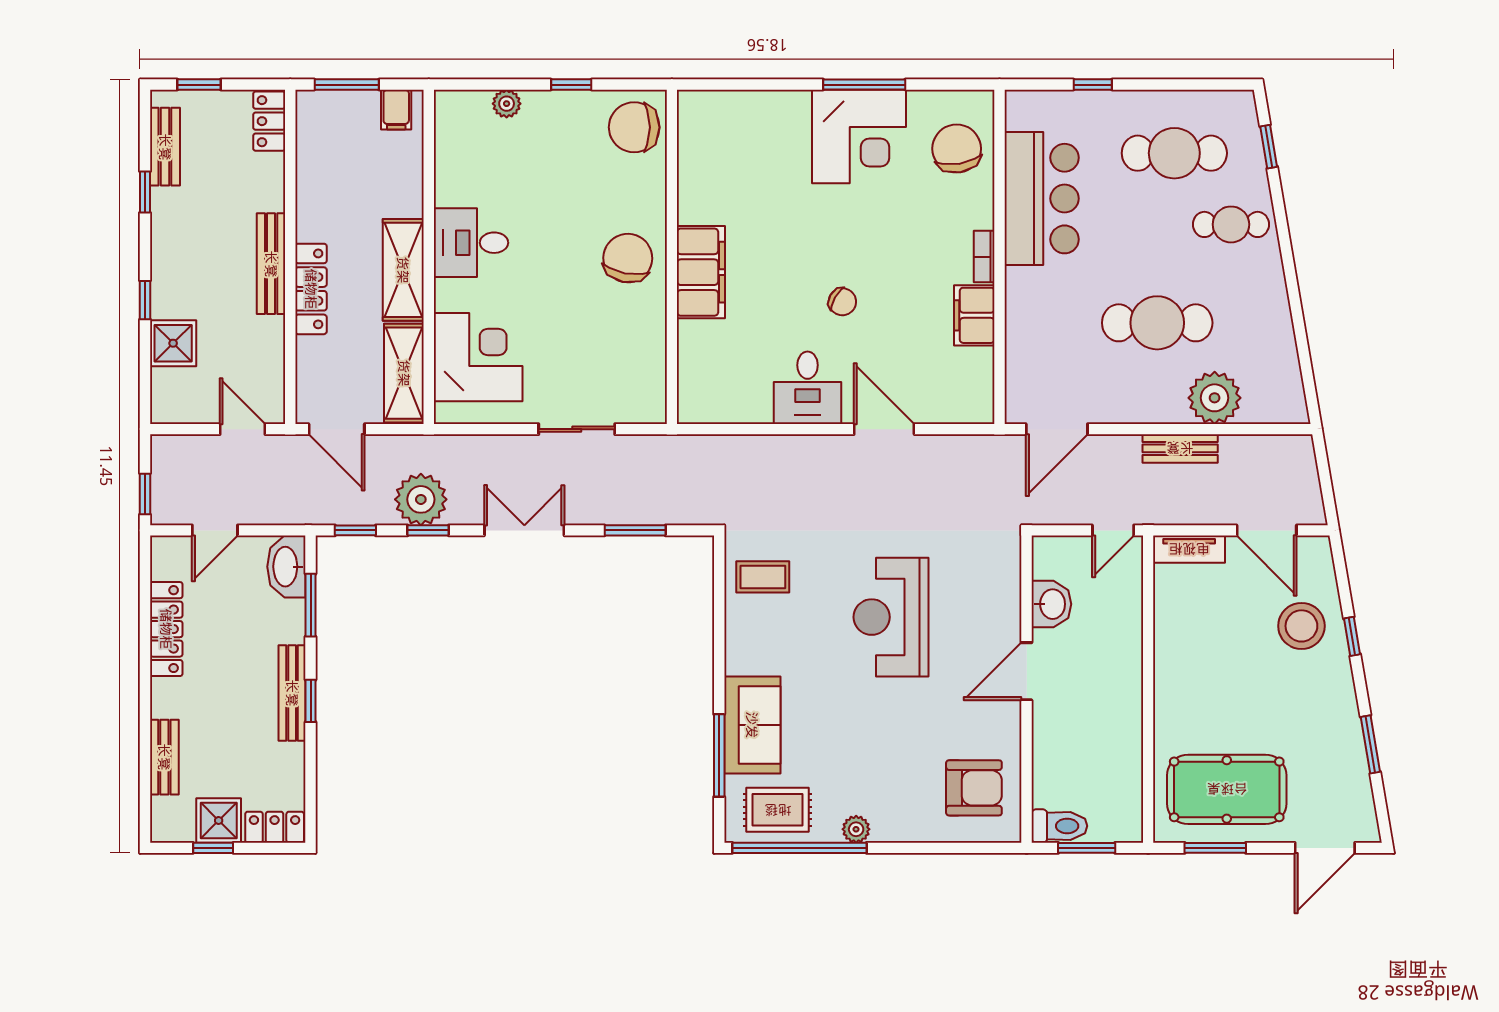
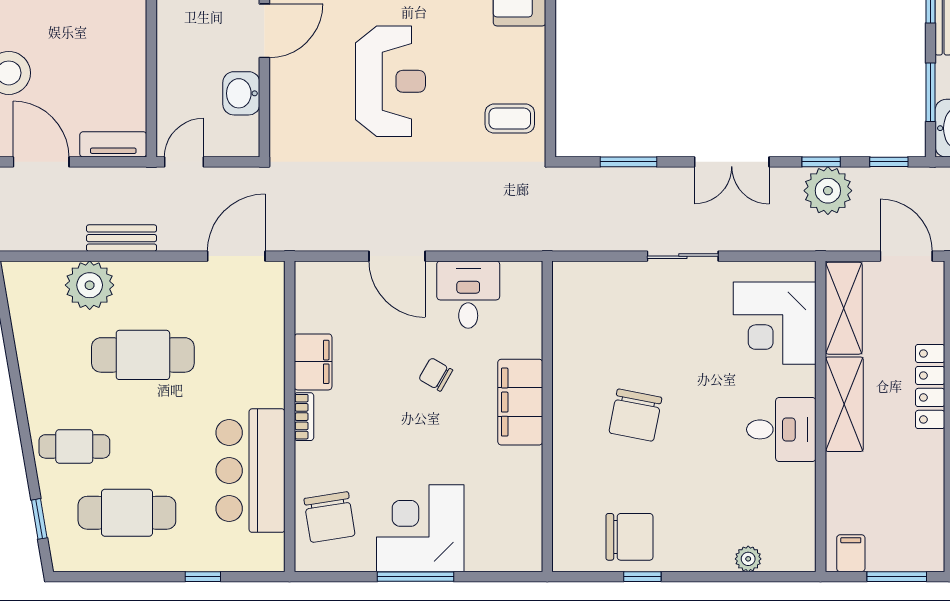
window: (571, 85) -> (642, 577), moved
wall: (672, 257) -> (547, 416), moved
filing cabinet: (701, 272) -> (520, 402), moved

